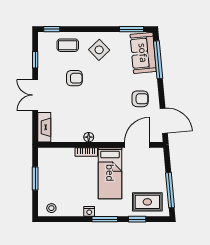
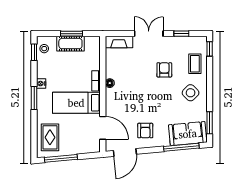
armchair: (74, 78) -> (164, 70), turned 180
cot: (46, 180) -> (70, 44), added
window: (137, 219) -> (34, 52), moved

